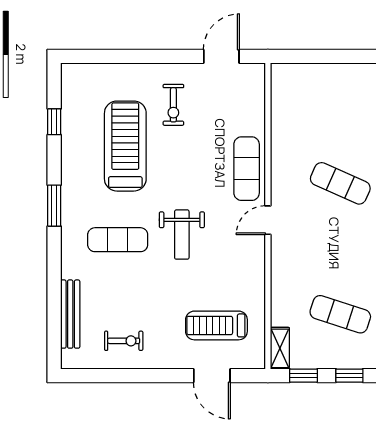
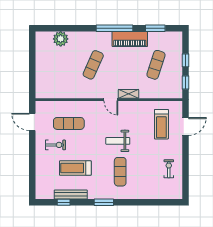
treadmill: (125, 146) -> (75, 168), width x0.73, depth x0.73
exercise mat: (247, 169) -> (69, 123), moved
weight bench: (182, 235) -> (118, 141), turned 180
bench: (70, 314) -> (71, 194), moved
shelving: (280, 348) -> (128, 94), moved

